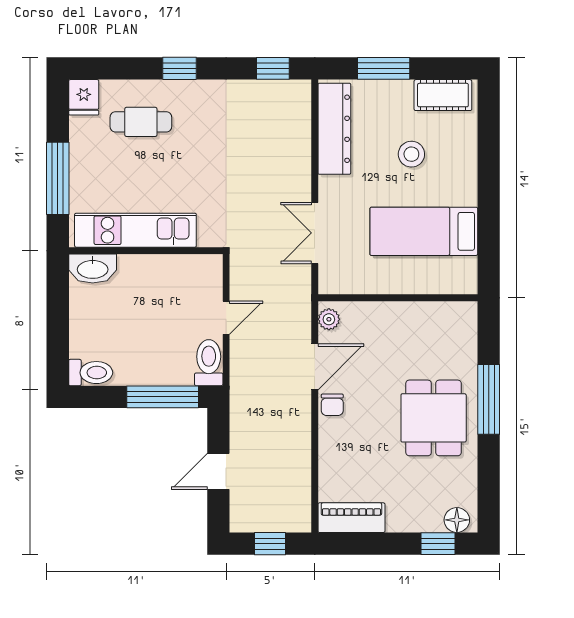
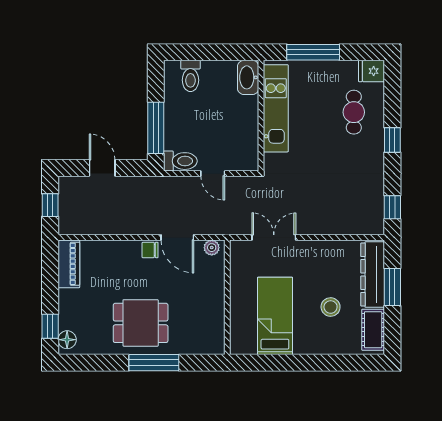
dresser: (334, 129) -> (373, 275), moved, turned 90
toilet: (91, 373) -> (190, 76), moved

